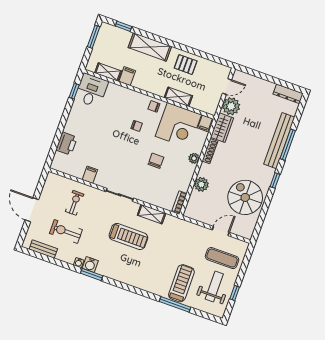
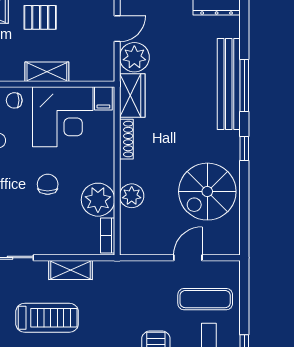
plant: (194, 158) -> (98, 200), moved, width x1.88, depth x1.88
spiral stairs: (245, 197) -> (207, 192), turned -90

